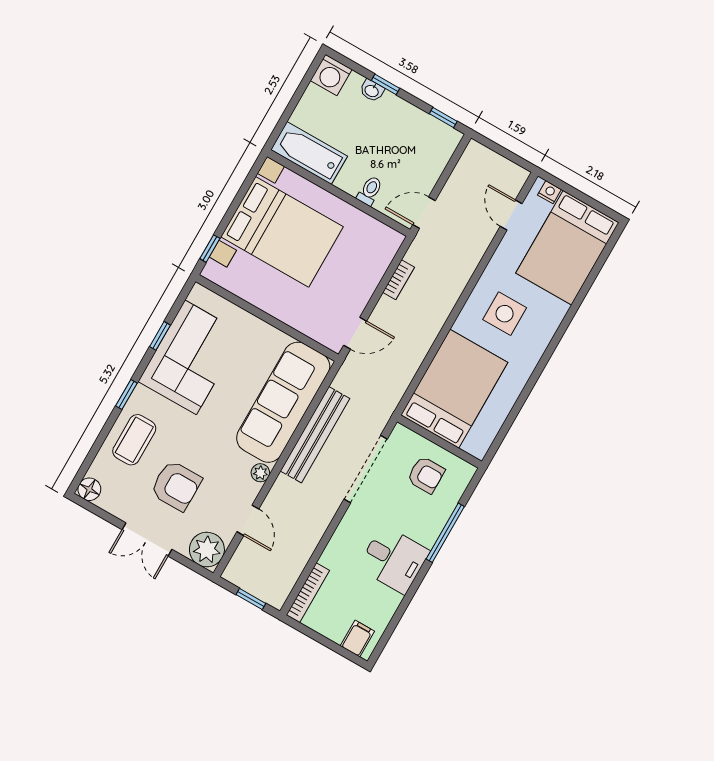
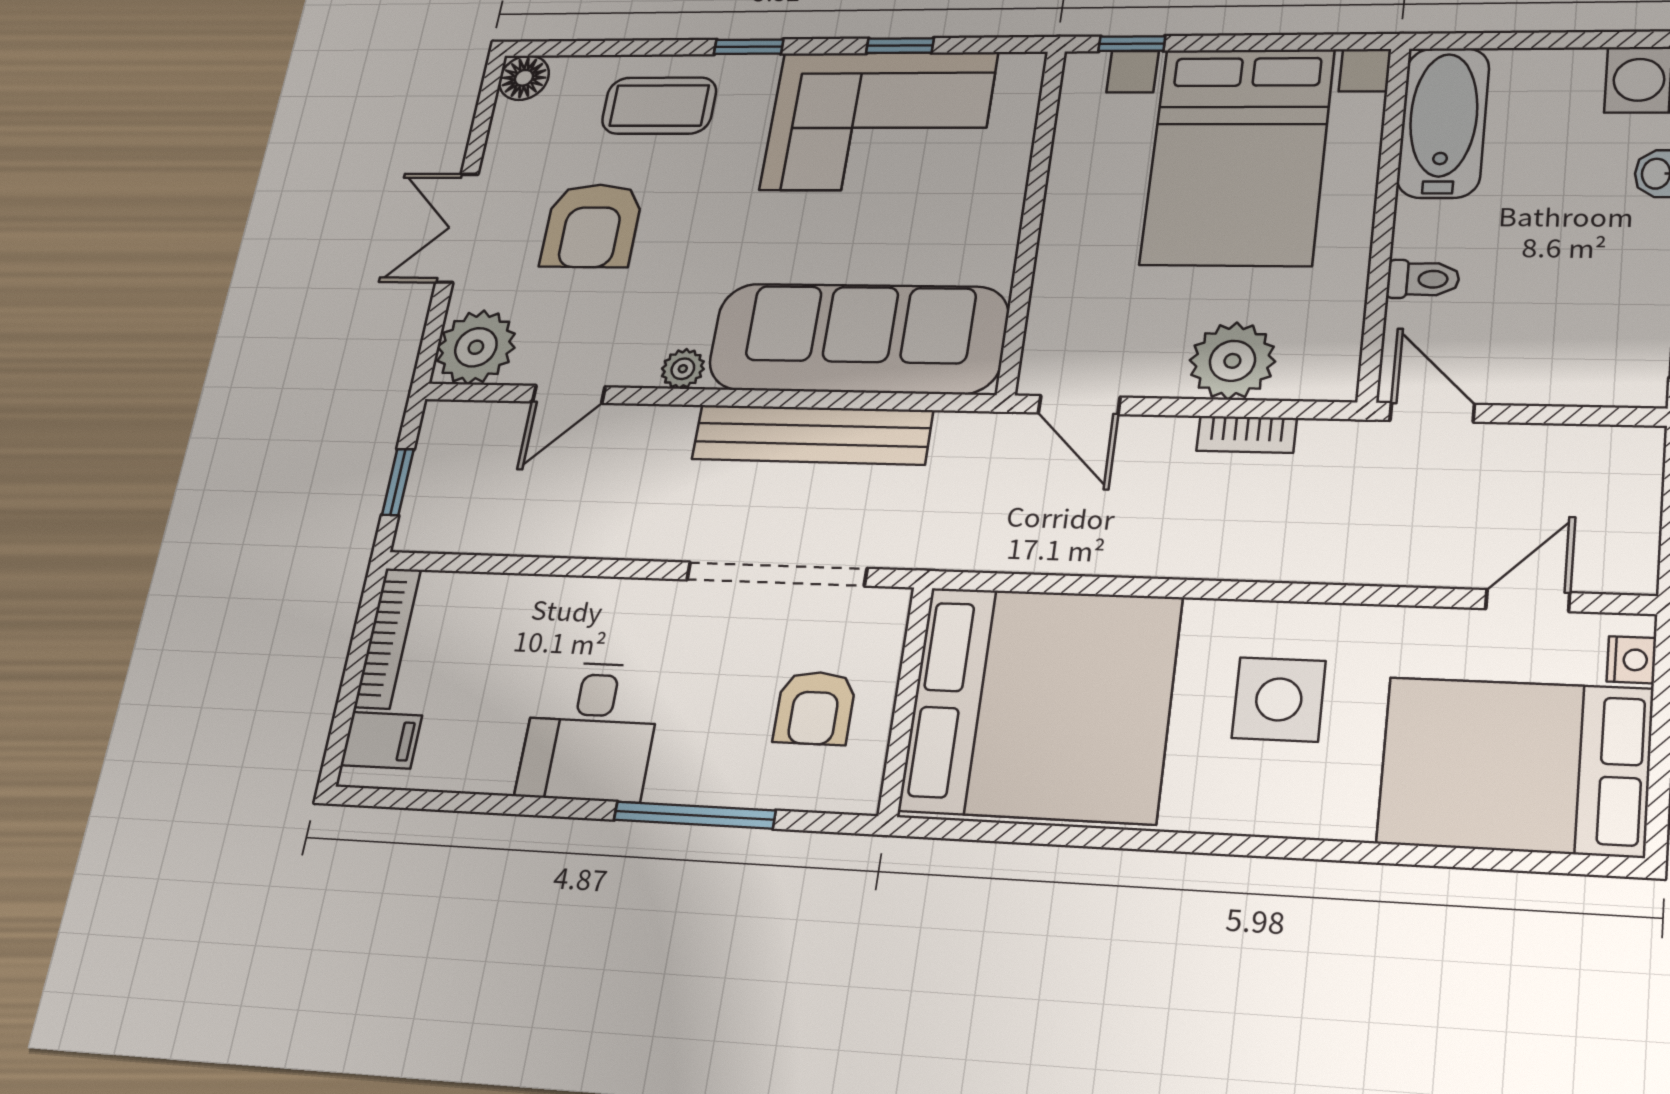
plant: (366, 272) -> (1232, 361), added
bed: (454, 389) -> (1041, 704), width x1.36
bookcase: (308, 593) -> (388, 638), moved, turned -90

